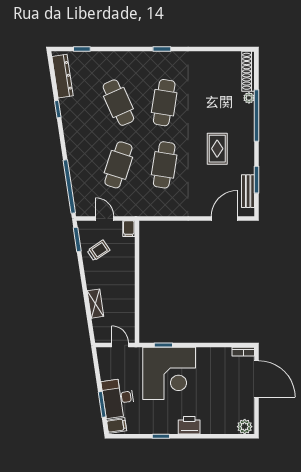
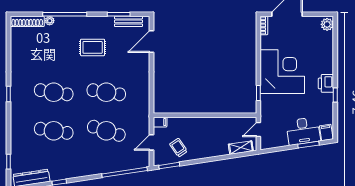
cafe table: (118, 103) -> (54, 131), turned 33
door: (224, 218) -> (151, 41), hinge flipped
shelving: (95, 304) -> (241, 148), moved
corner desk: (169, 373) -> (282, 72), moved
printer: (189, 425) -> (326, 83), moved

